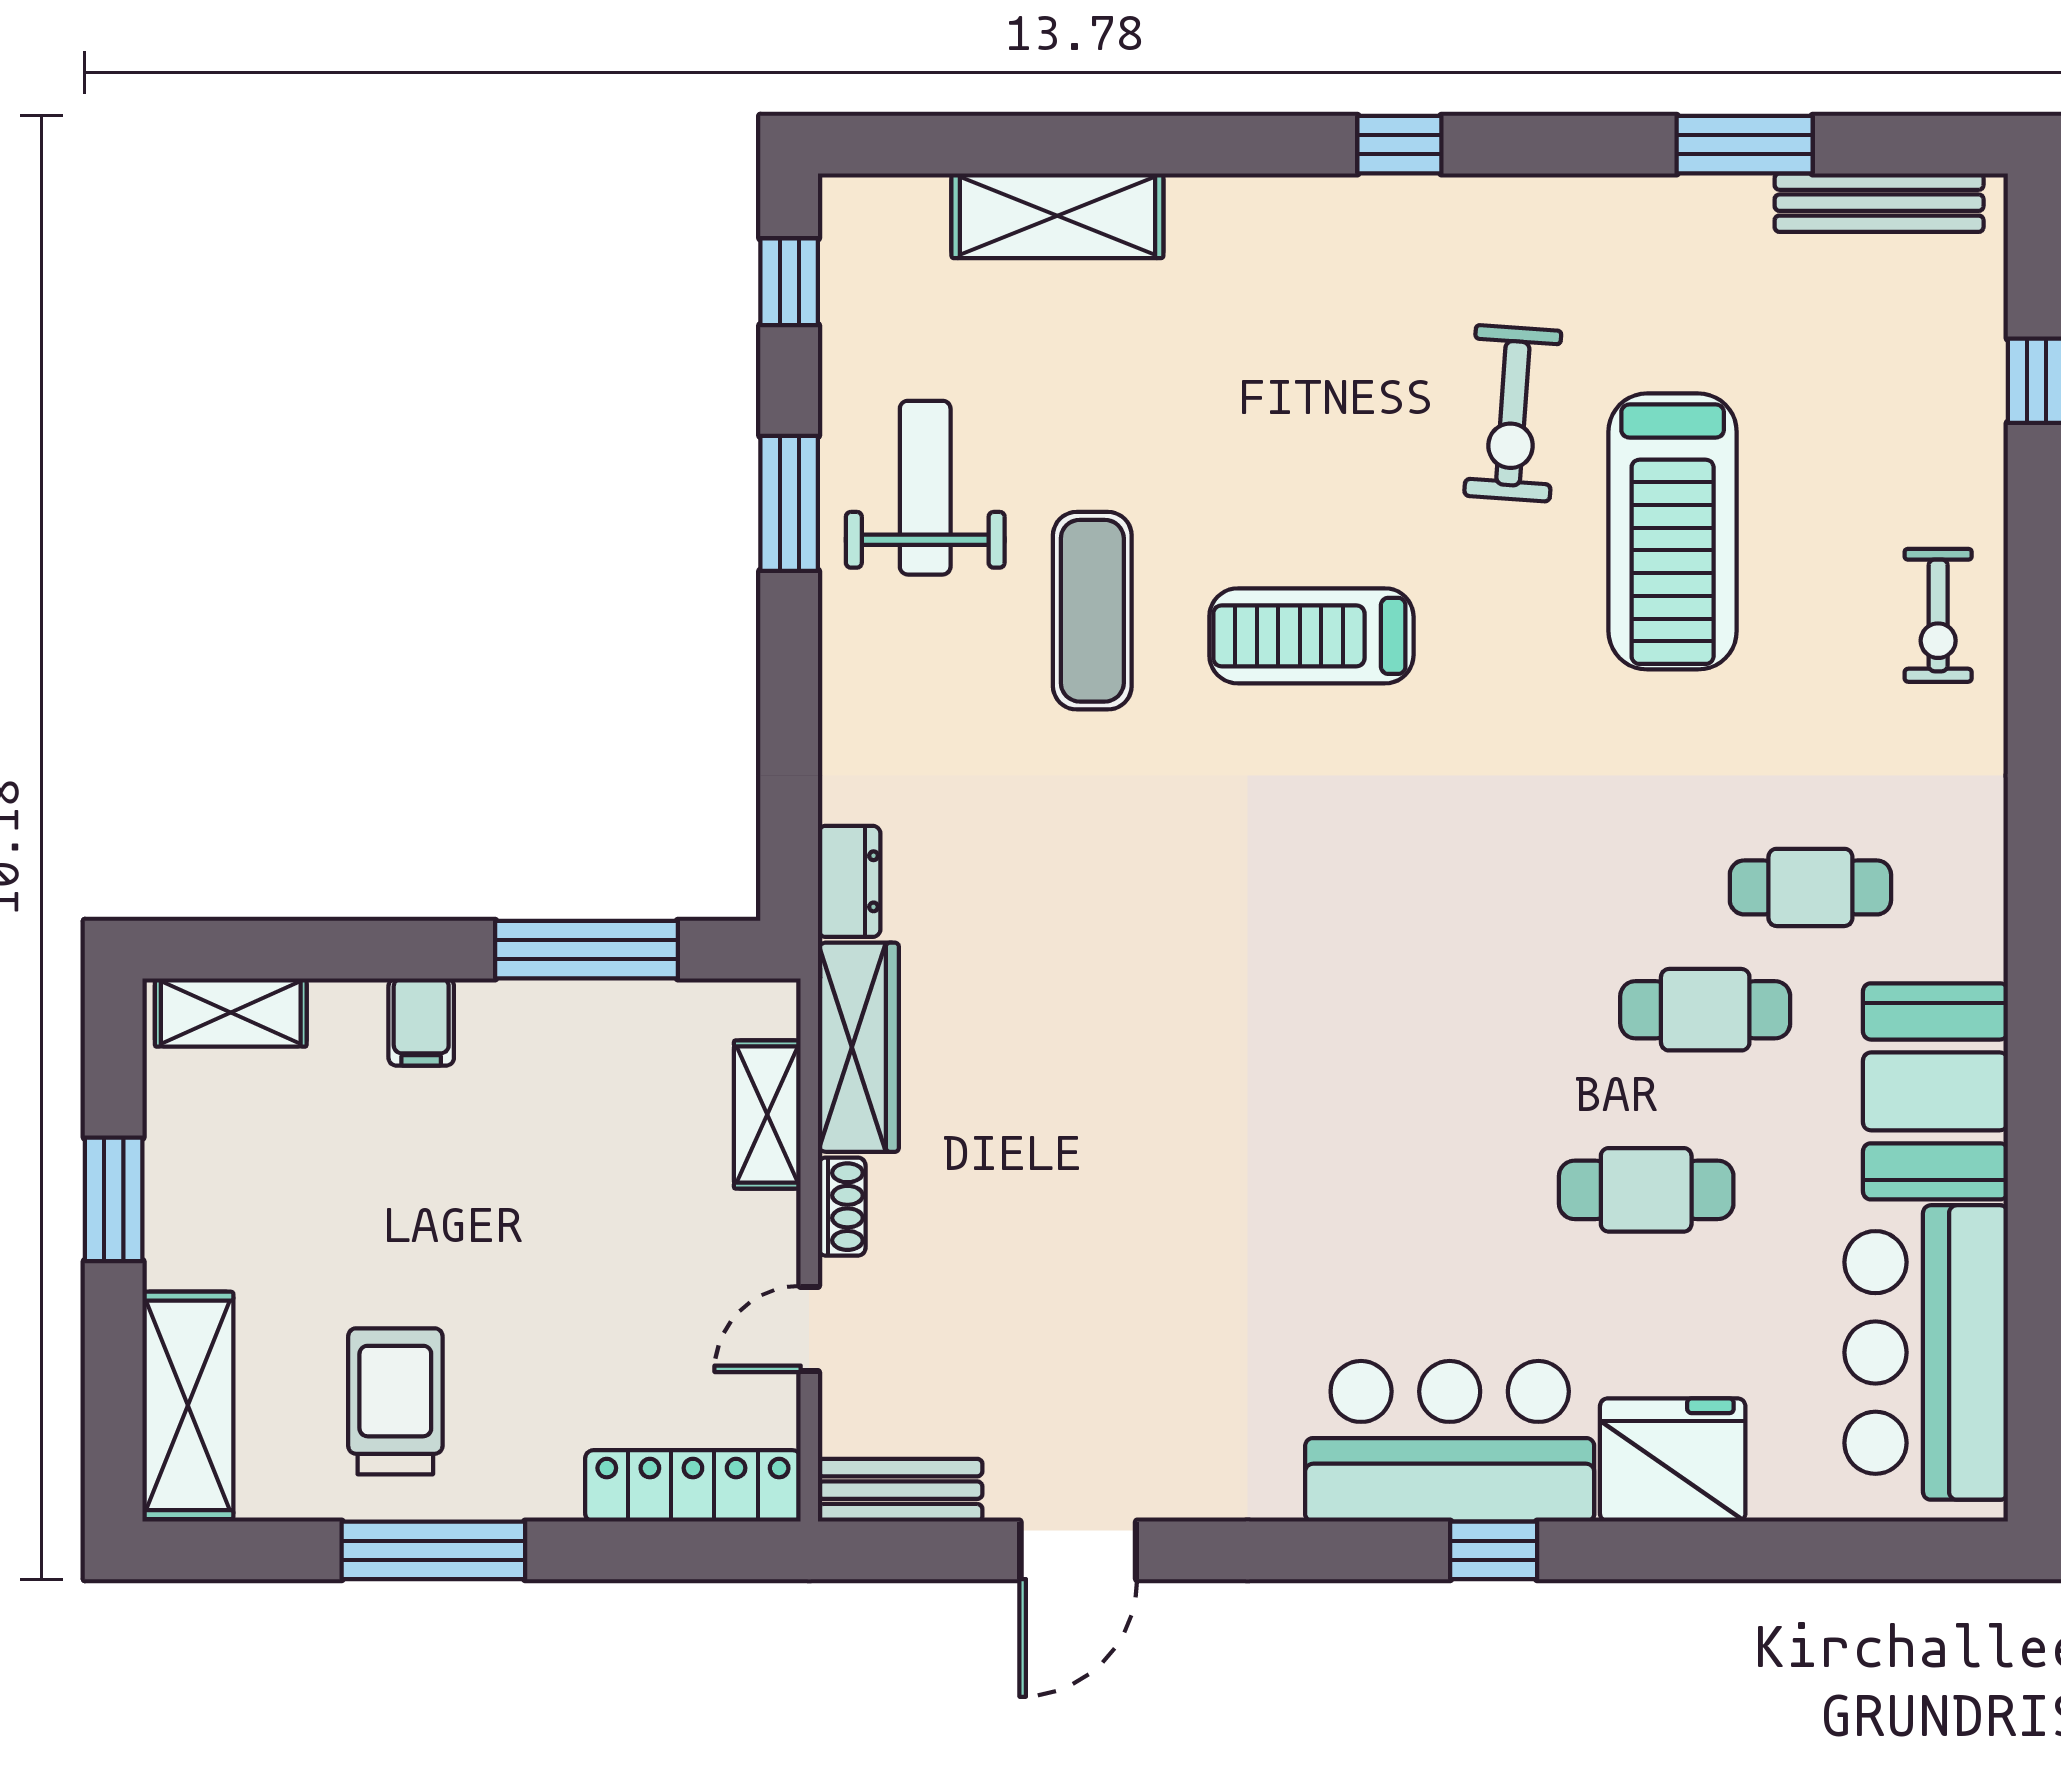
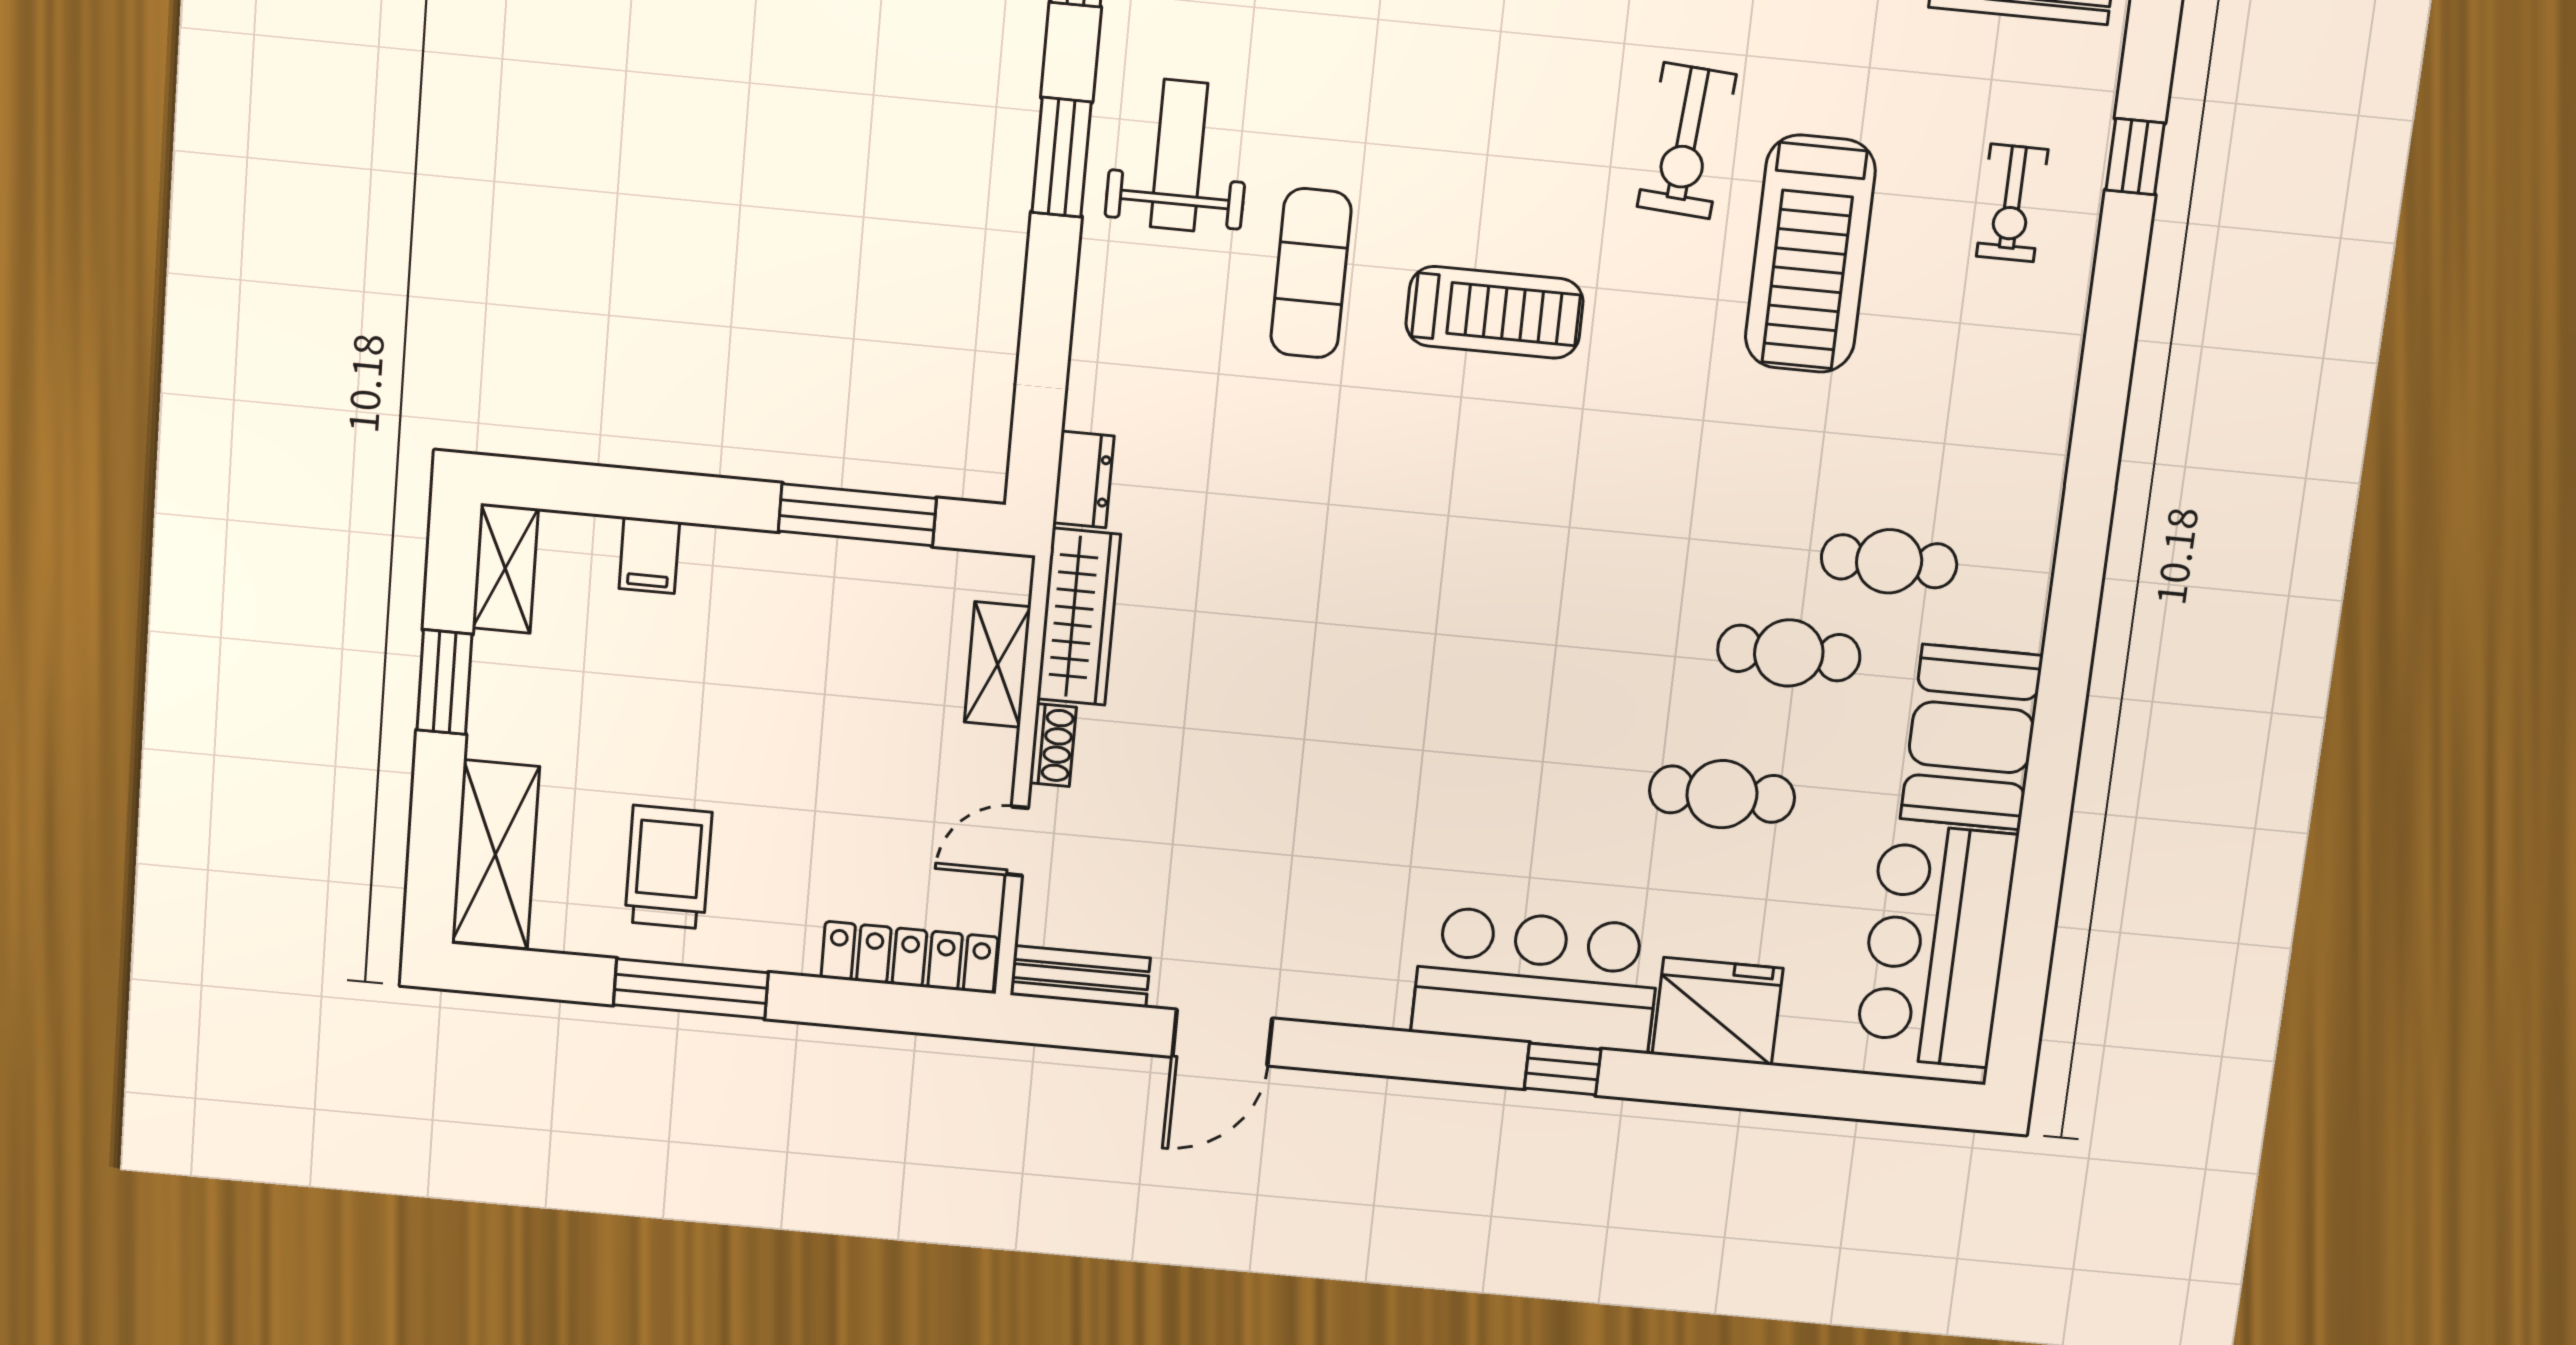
exercise bike: (1938, 615) -> (2012, 203), moved
treadmill: (1311, 636) -> (1494, 312), turned 180
shelving: (231, 1012) -> (505, 568), moved, turned 90
filing cabinet: (421, 1022) -> (649, 555), moved

